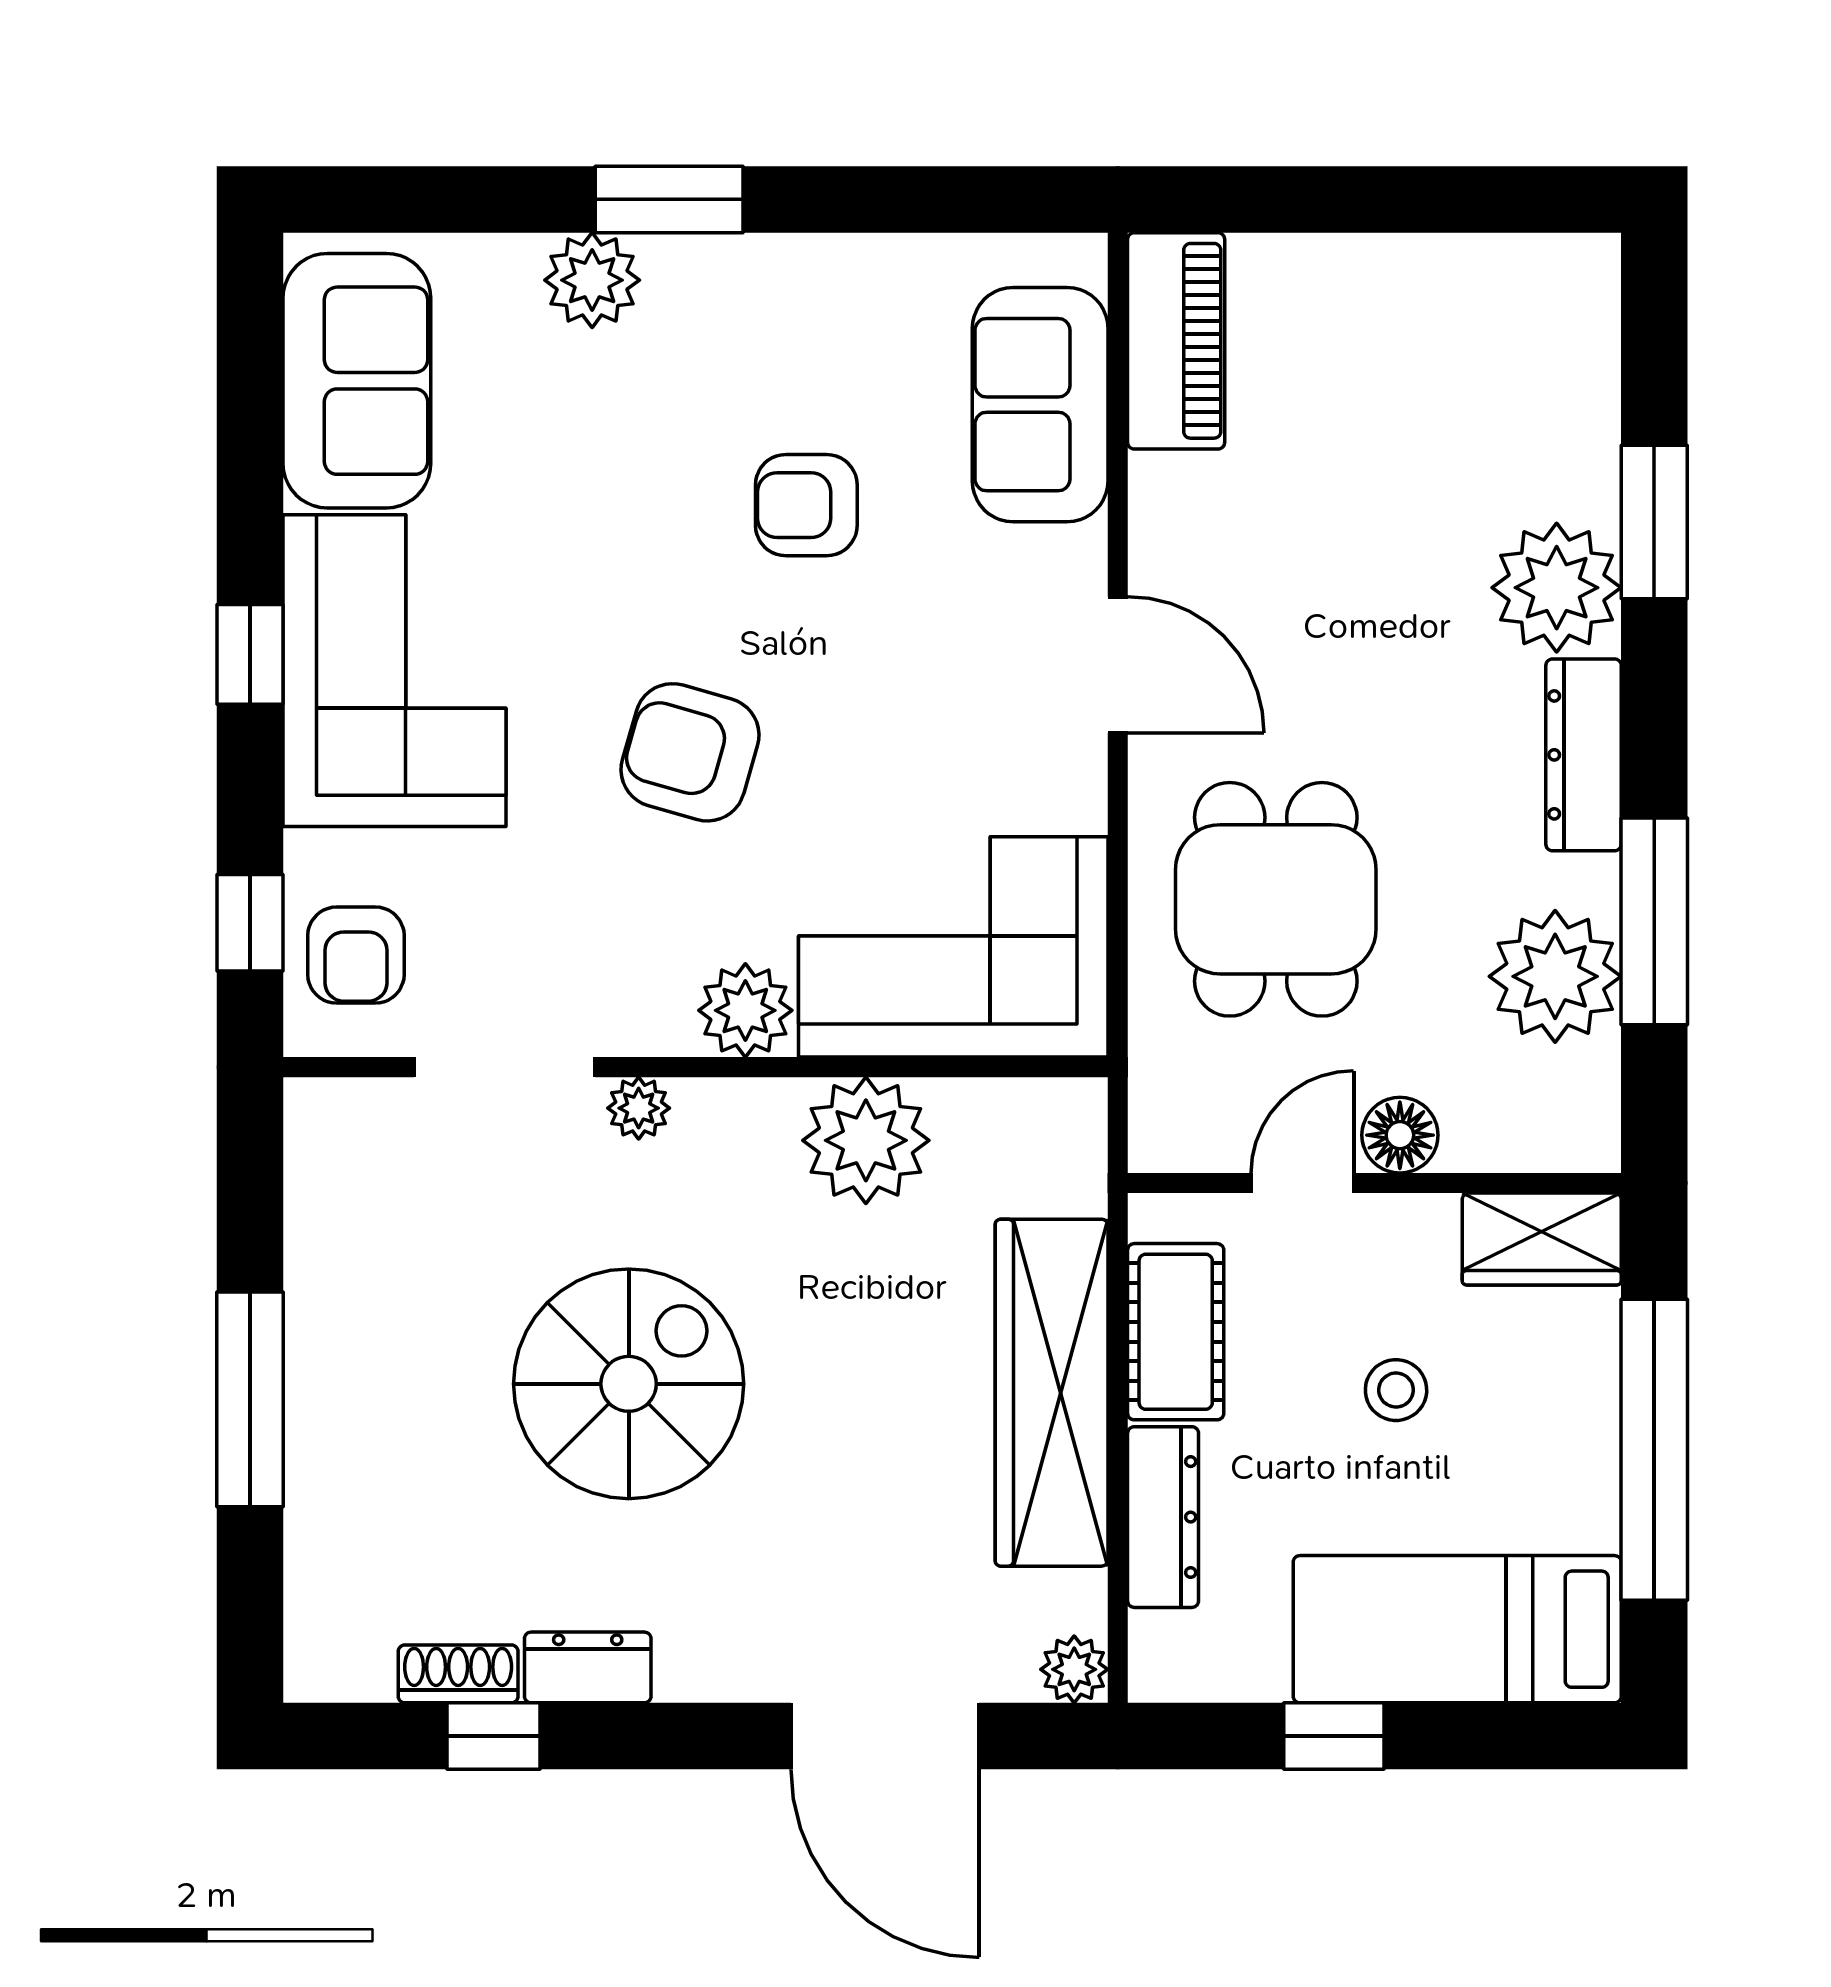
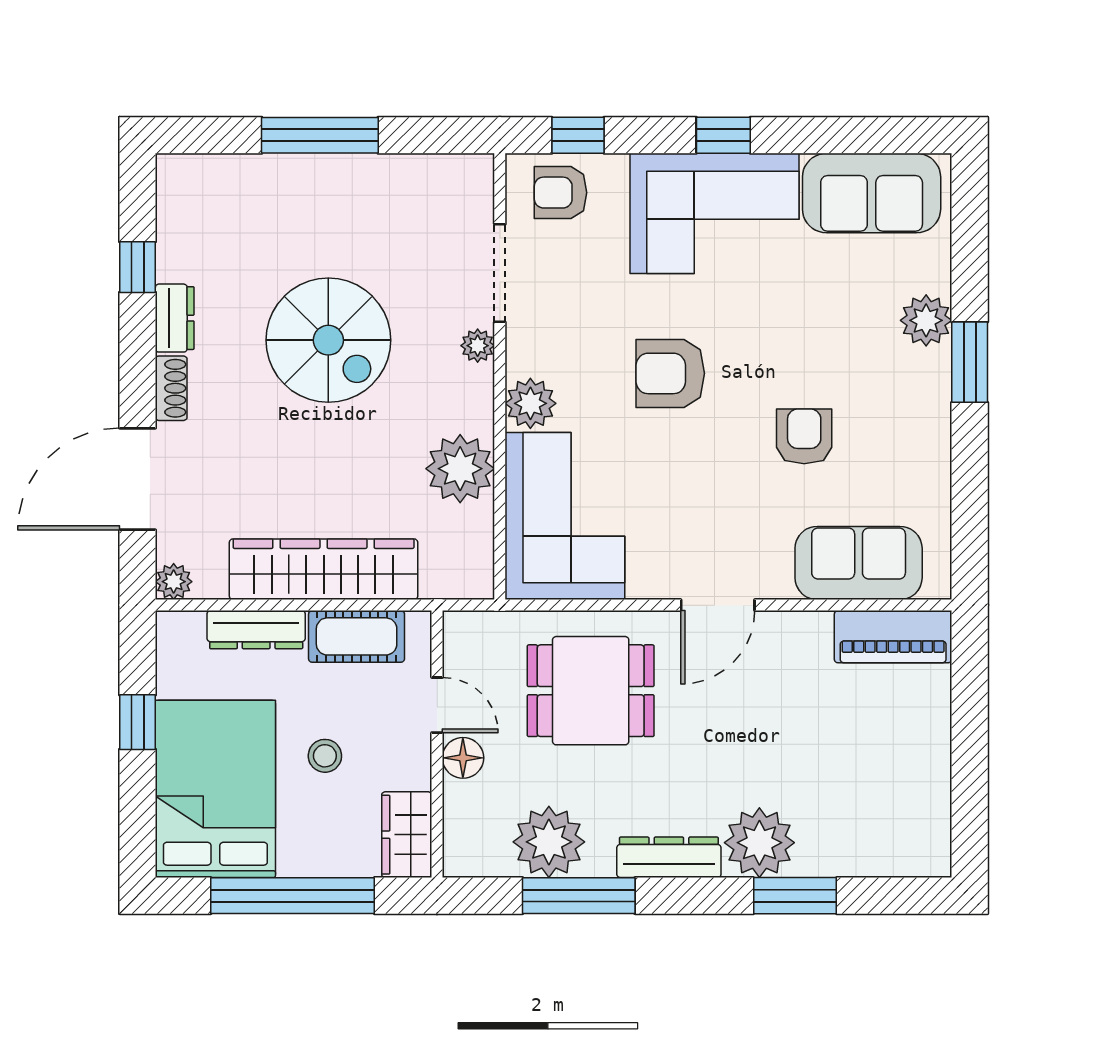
armchair: (690, 752) -> (670, 373), turned -106
bed: (1457, 1629) -> (215, 789), width x1.50
shoe rack: (458, 1674) -> (171, 388), moved

